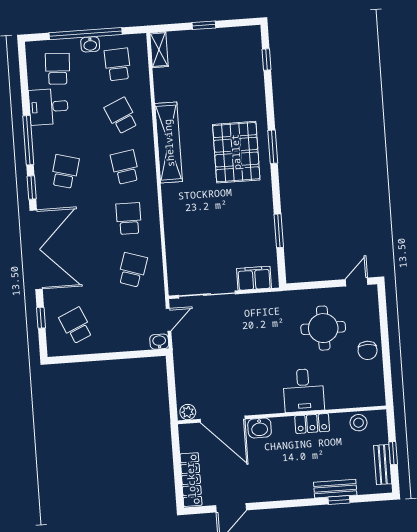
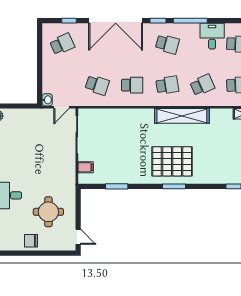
filing cabinet: (254, 278) -> (86, 167), width x0.50
door: (169, 320) -> (62, 107), hinge flipped

